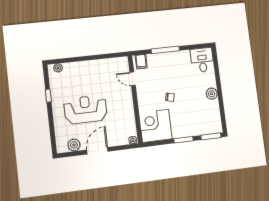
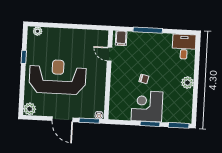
reception desk: (85, 110) -> (58, 77), width x1.36, depth x1.30
corner desk: (156, 126) -> (147, 106), moved
plant: (74, 145) -> (30, 109), moved
window: (124, 147) -> (89, 121), added
door: (97, 151) -> (62, 119), swing flipped

